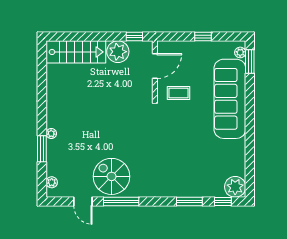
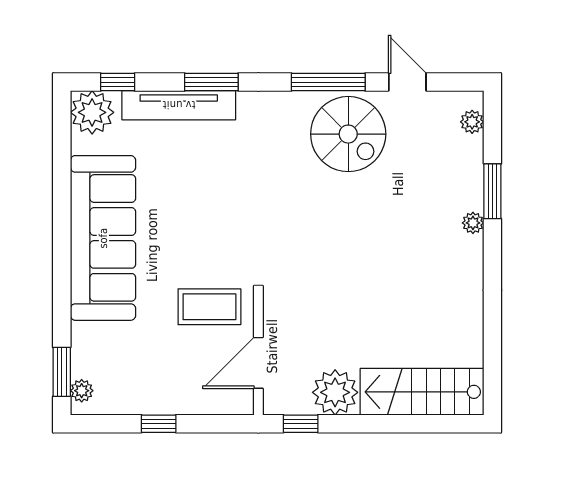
coffee table: (178, 93) -> (209, 307), width x1.36, depth x1.30
sofa: (230, 99) -> (103, 238), moved
tv unit: (193, 190) -> (179, 105), added
window: (189, 202) -> (211, 82), moved

